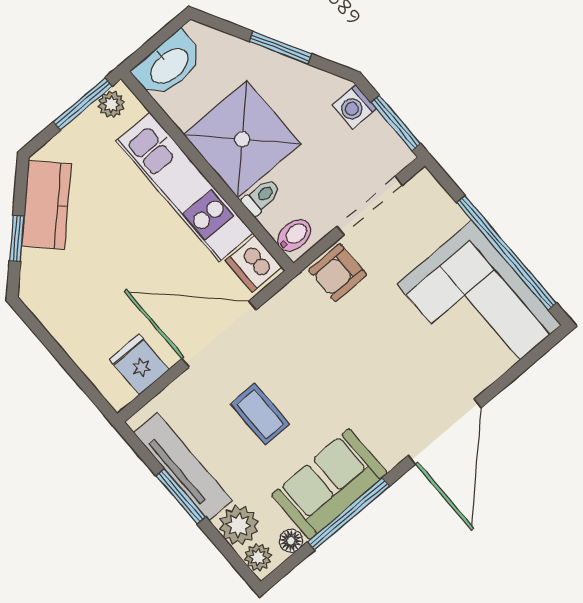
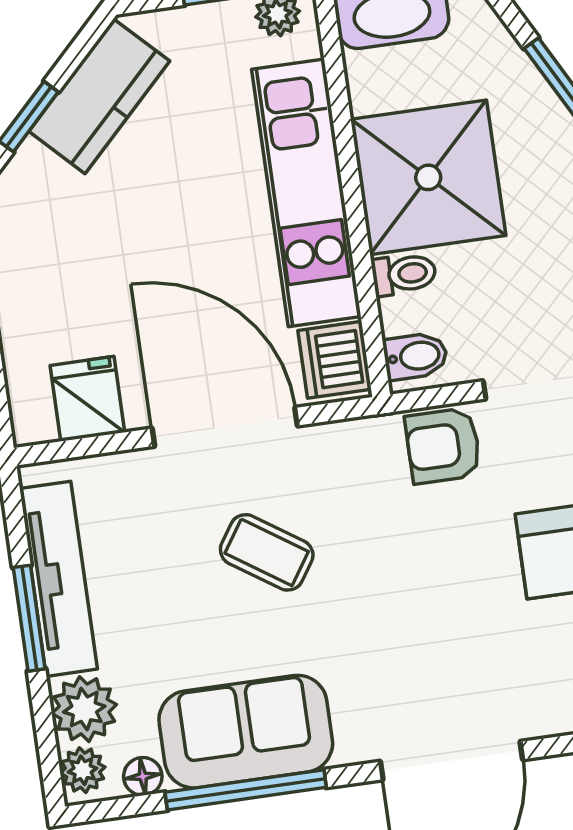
coffee table: (260, 414) -> (267, 552), moved, turned -56

